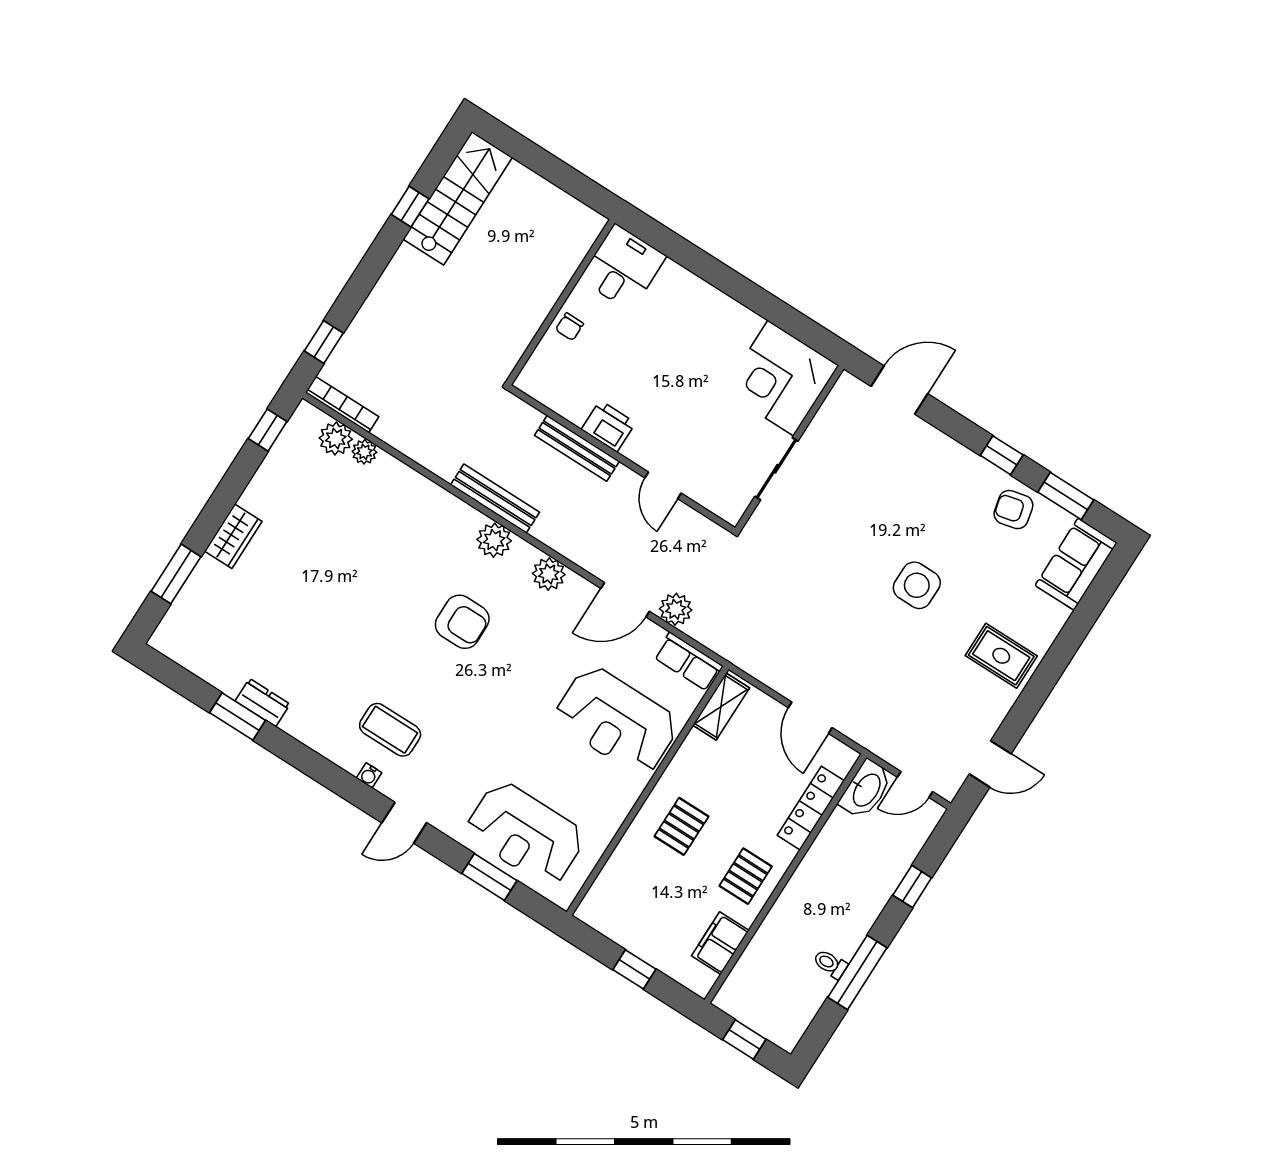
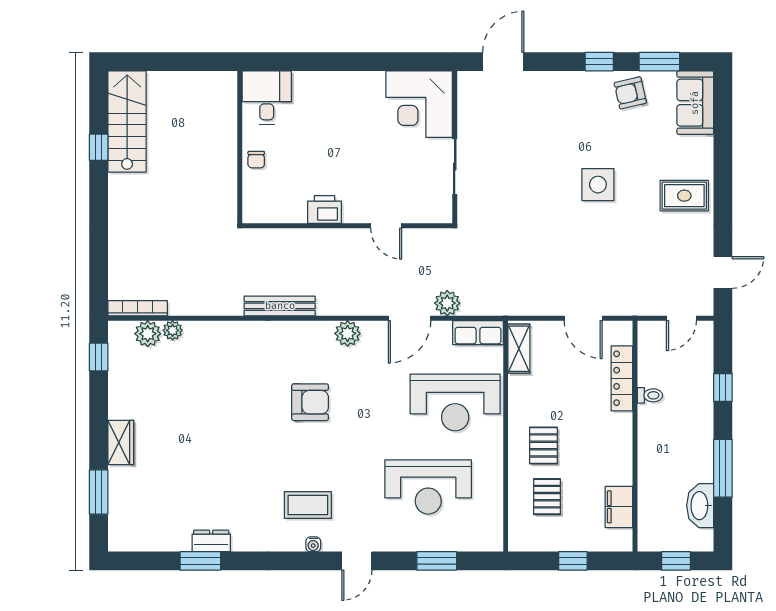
window: (324, 342) -> (99, 274), removed
bench: (577, 448) -> (313, 238), removed
plant: (494, 540) -> (297, 334), removed
washbasin: (866, 790) -> (700, 506), moved, turned 180
reception desk: (525, 834) -> (428, 487), moved
pallet: (746, 876) -> (547, 497), moved
toilet: (830, 964) -> (650, 395), moved, turned 180

